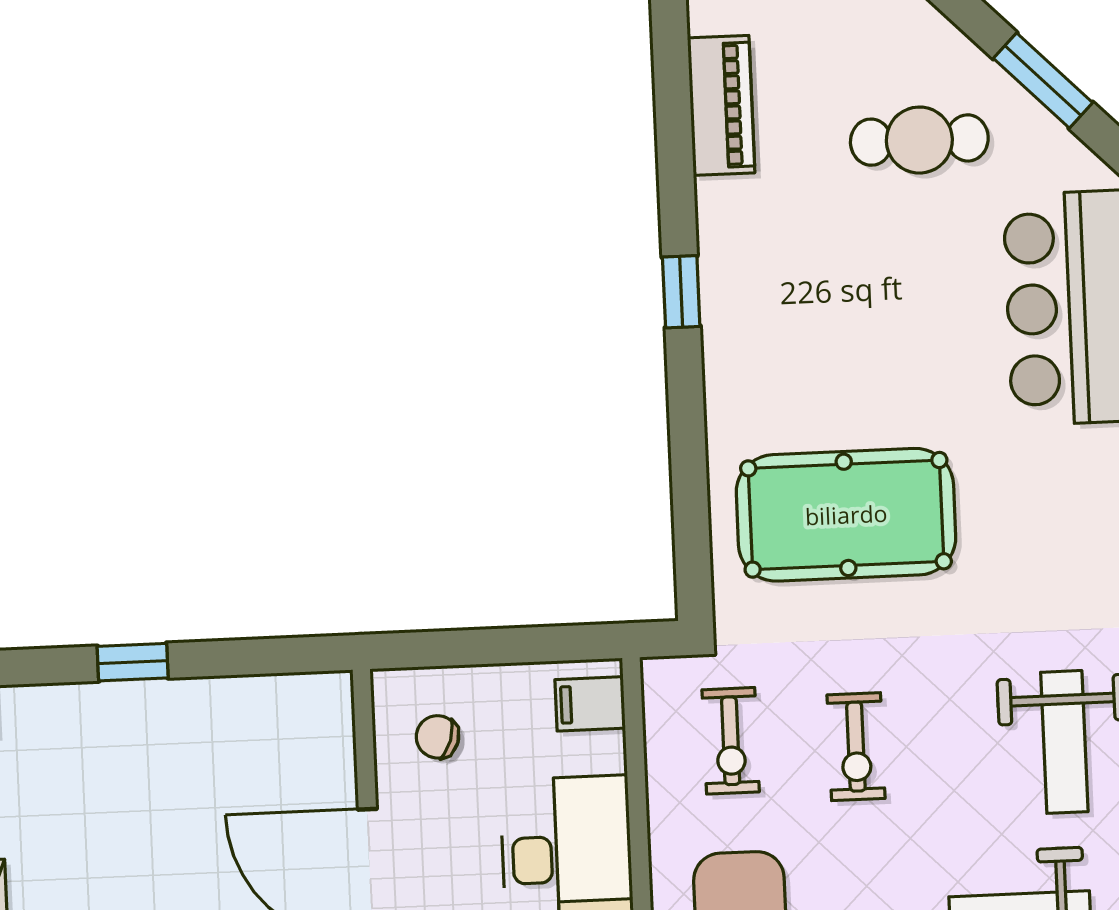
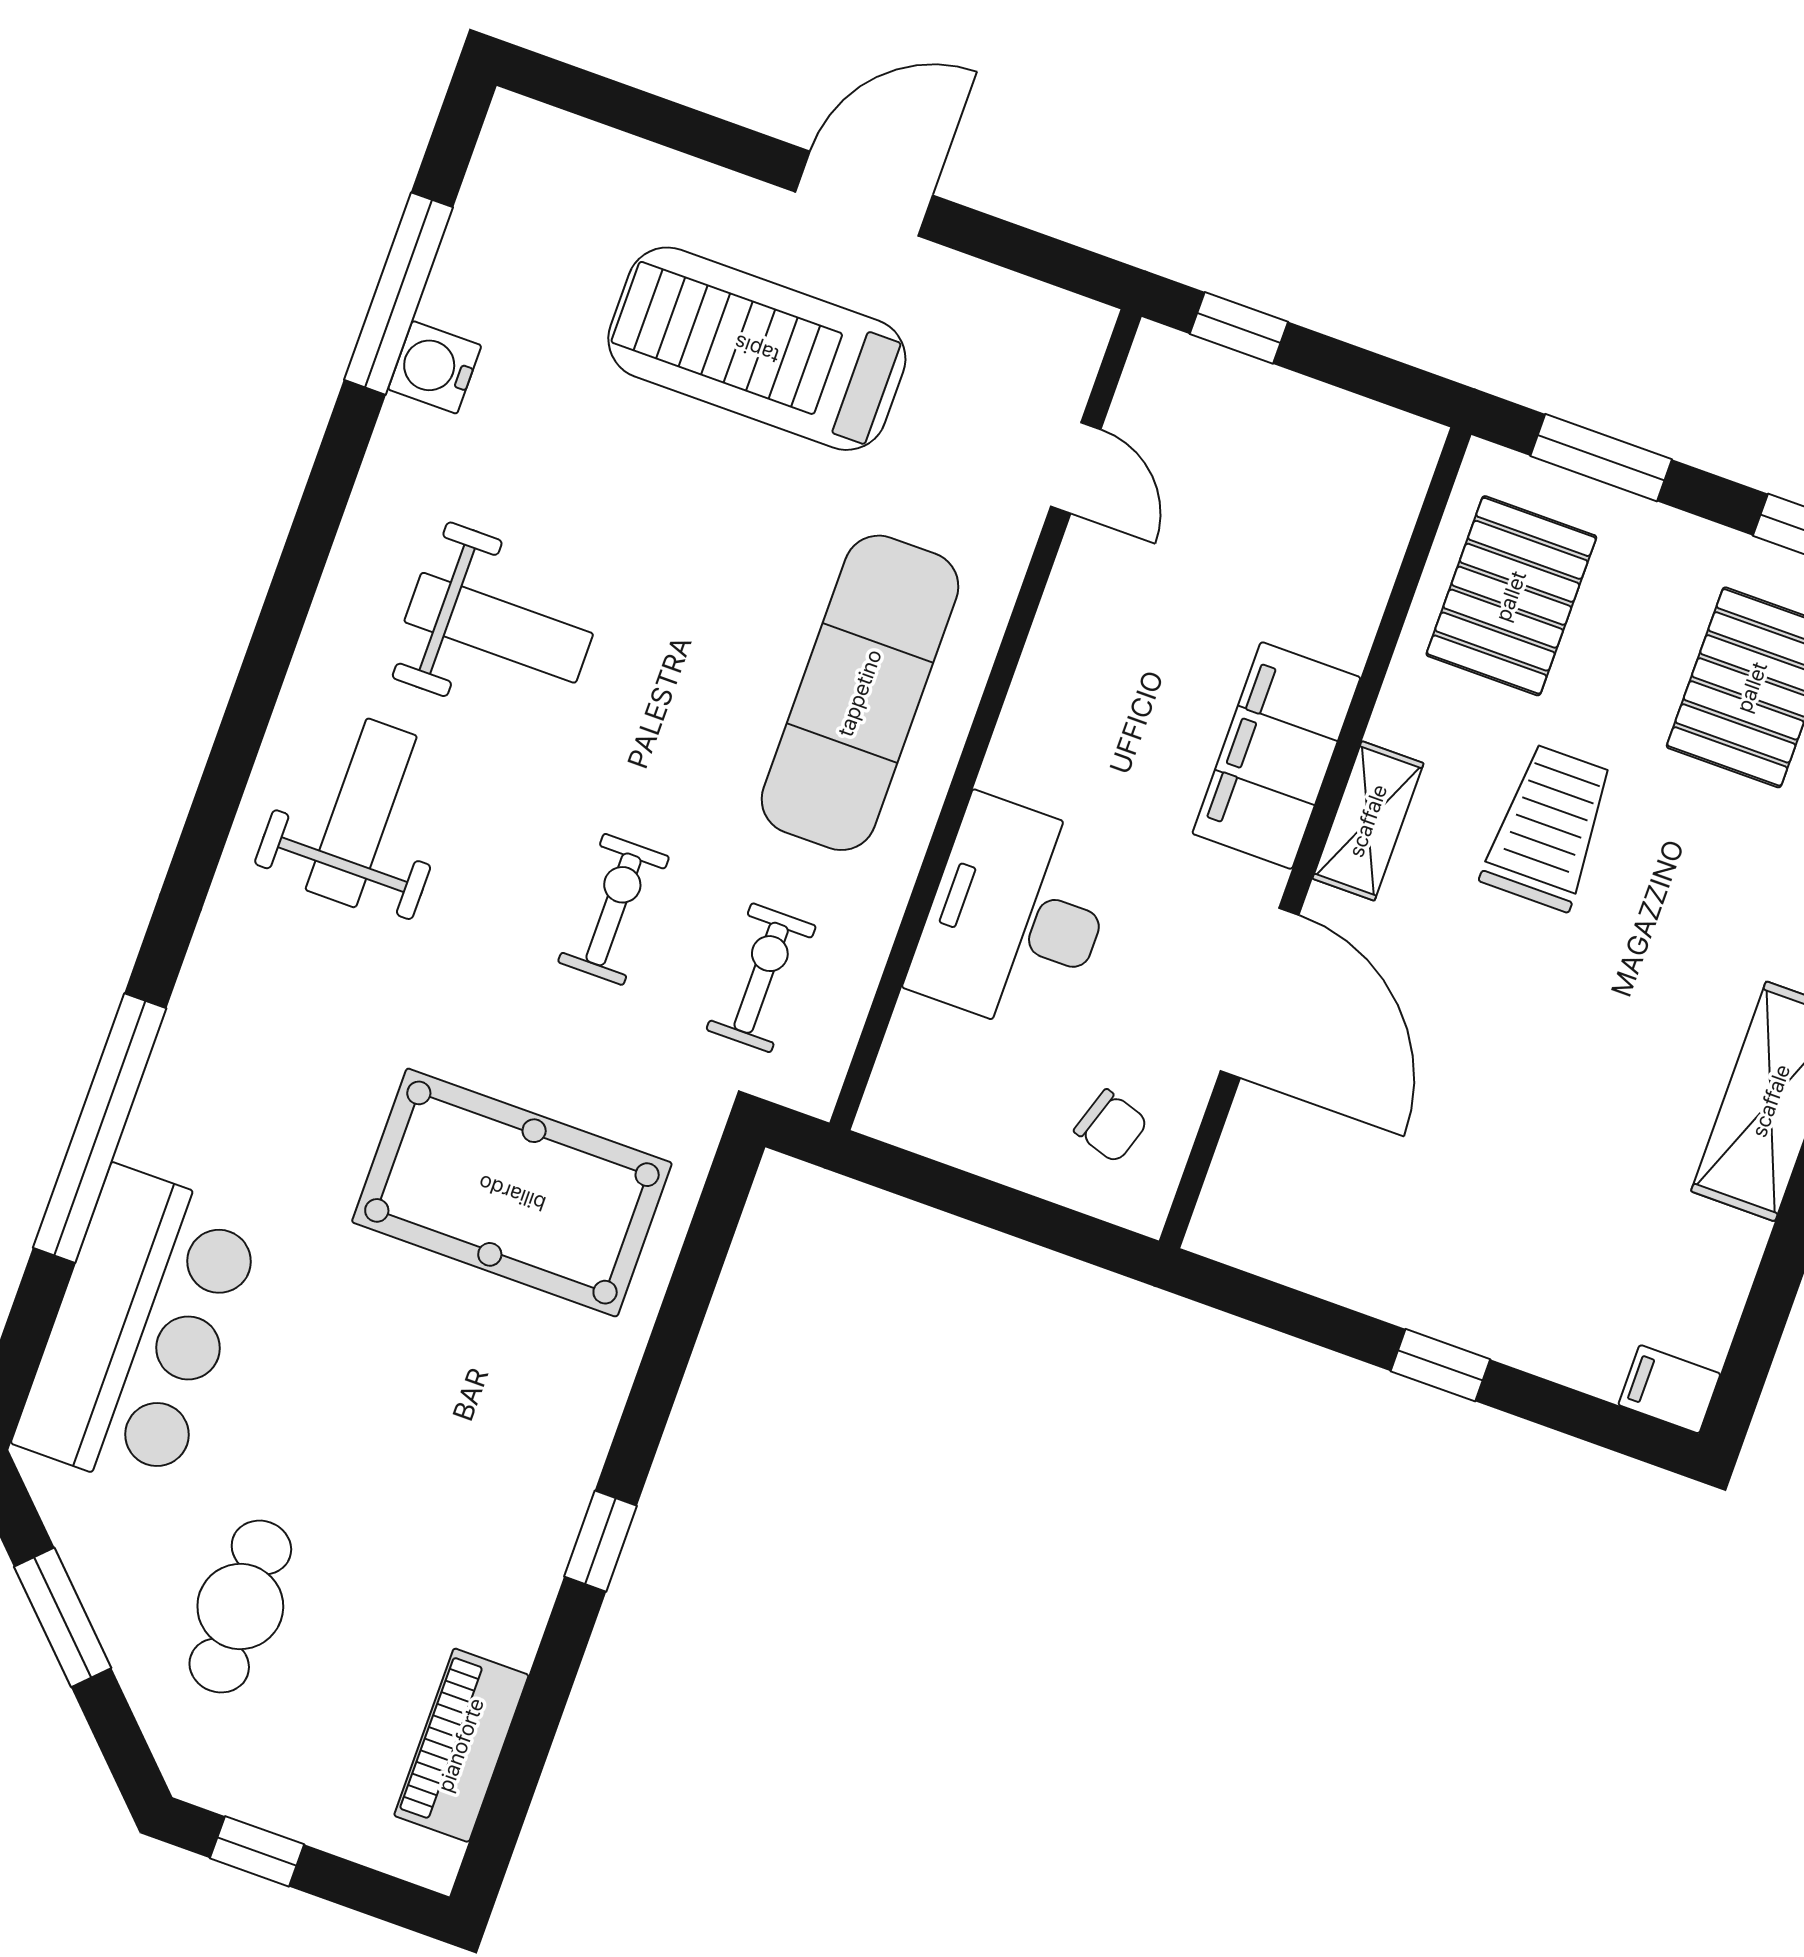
cafe table: (919, 140) -> (240, 1607), turned 90
filing cabinet: (590, 704) -> (912, 1091), removed

